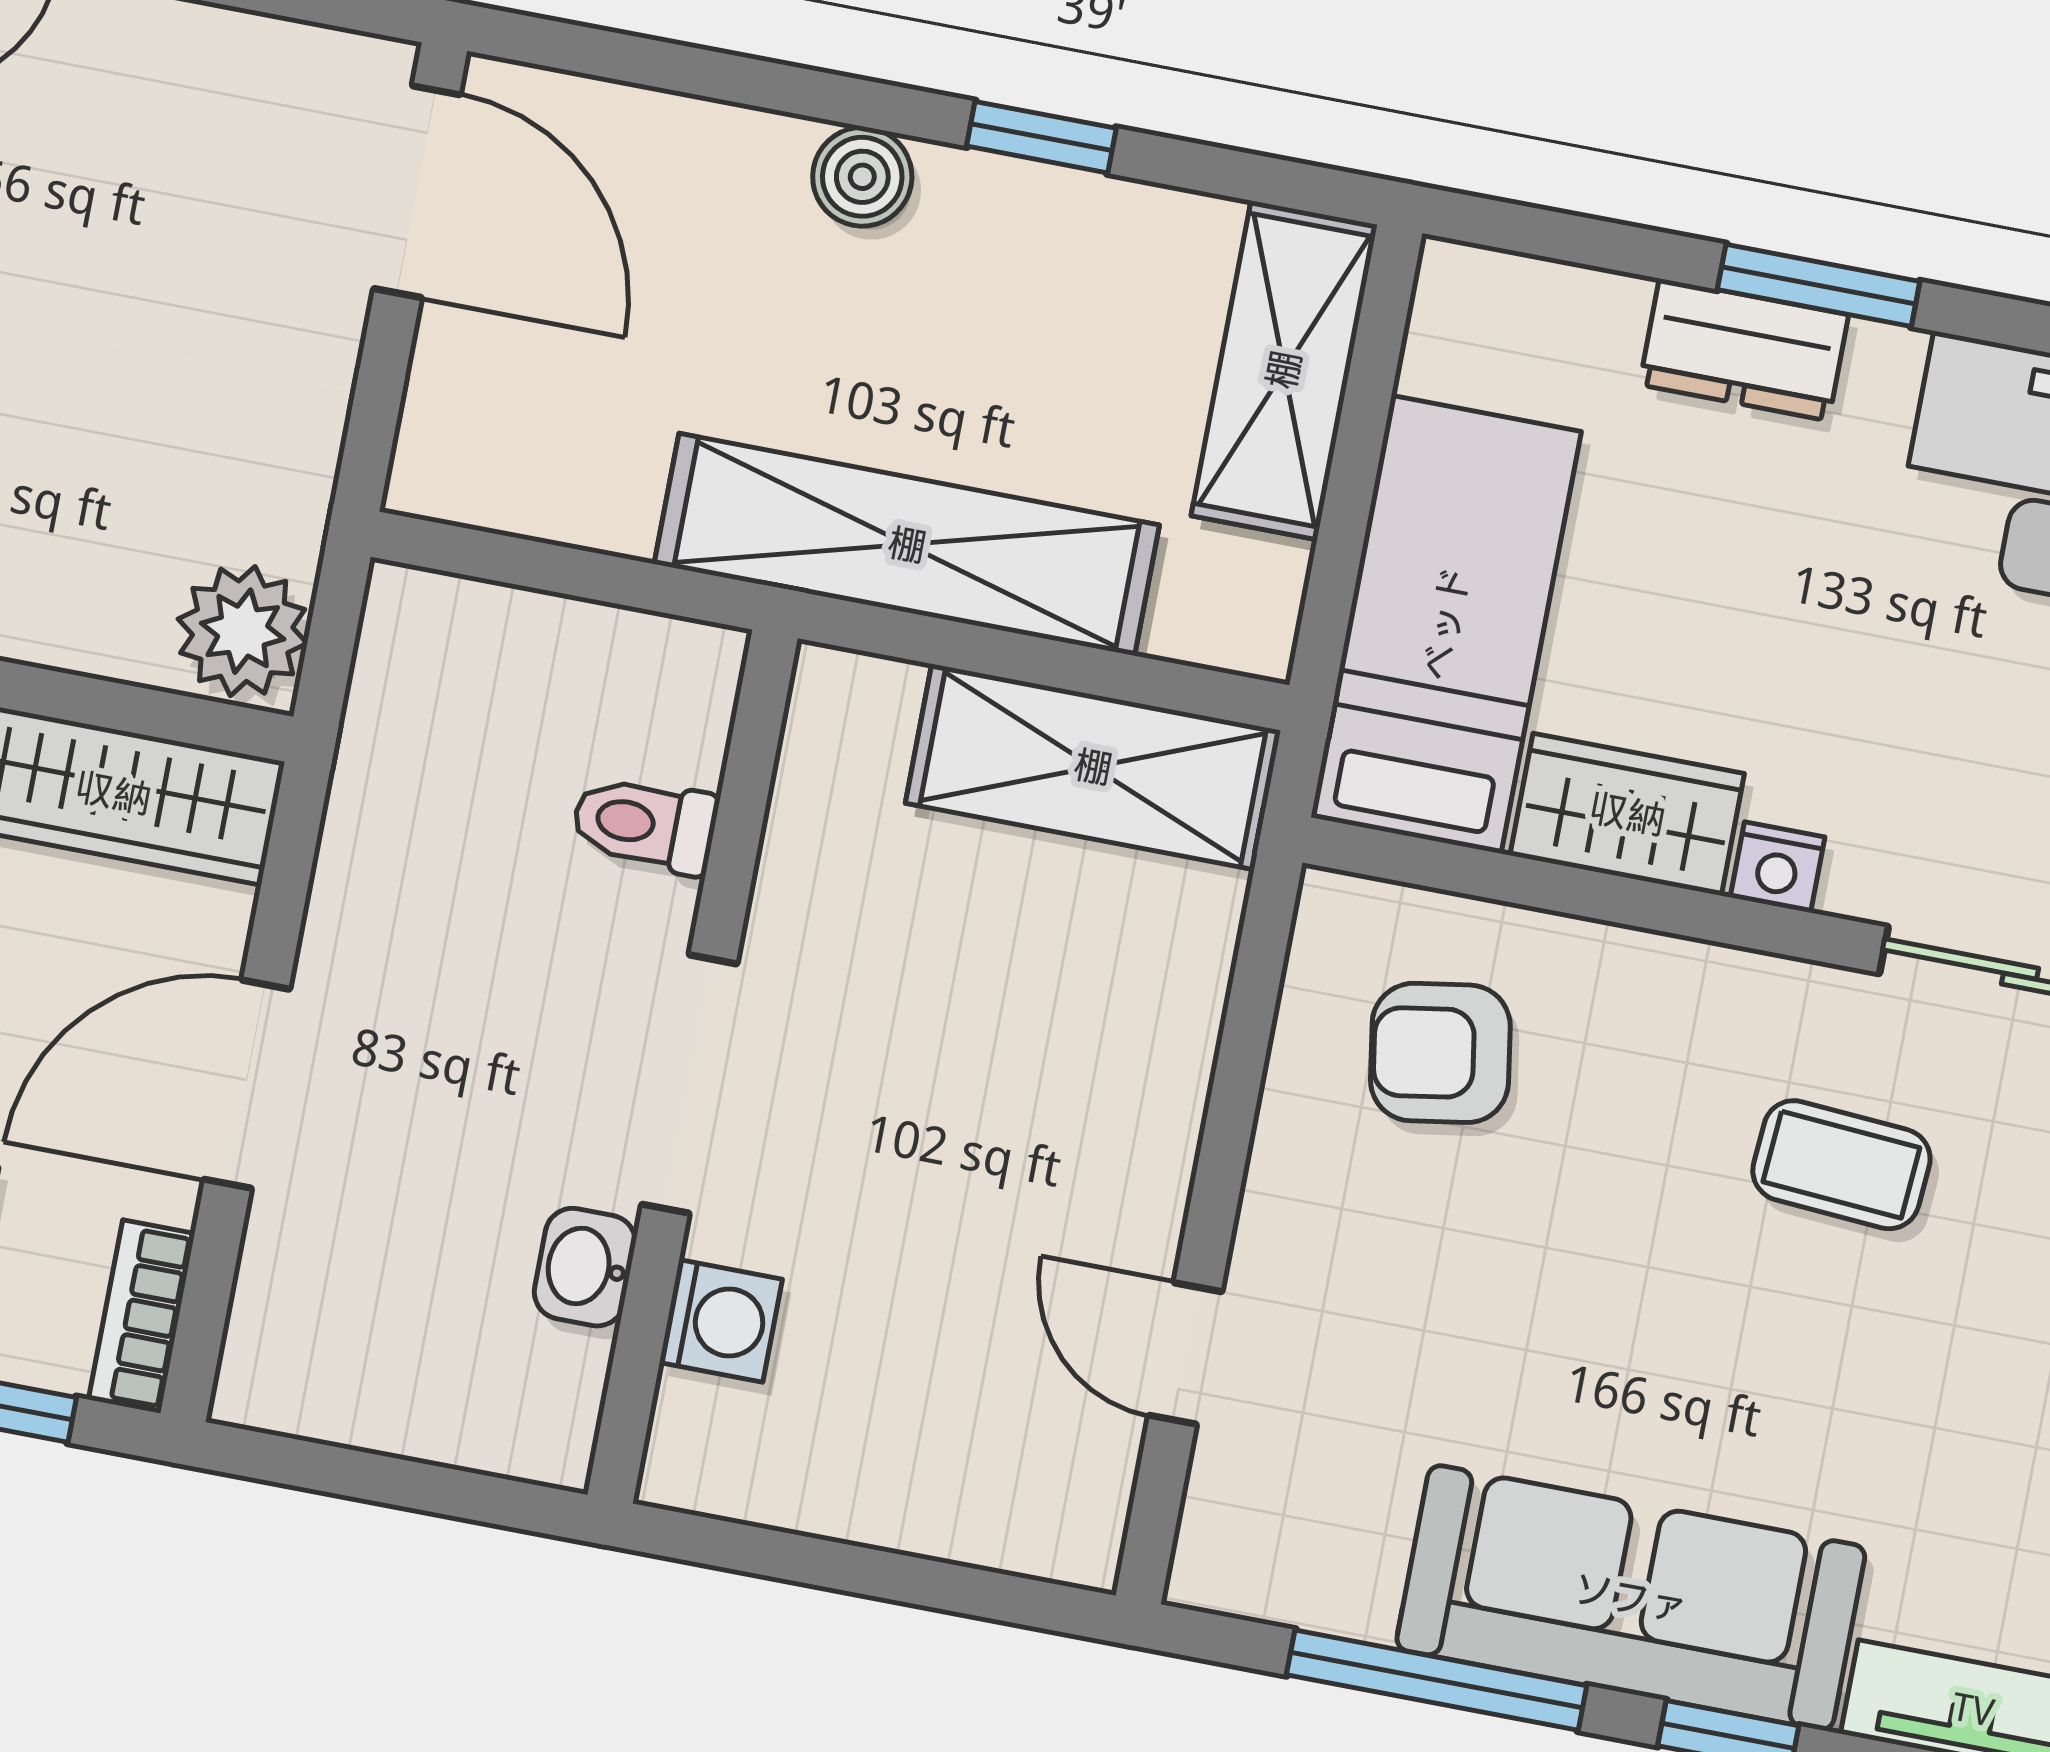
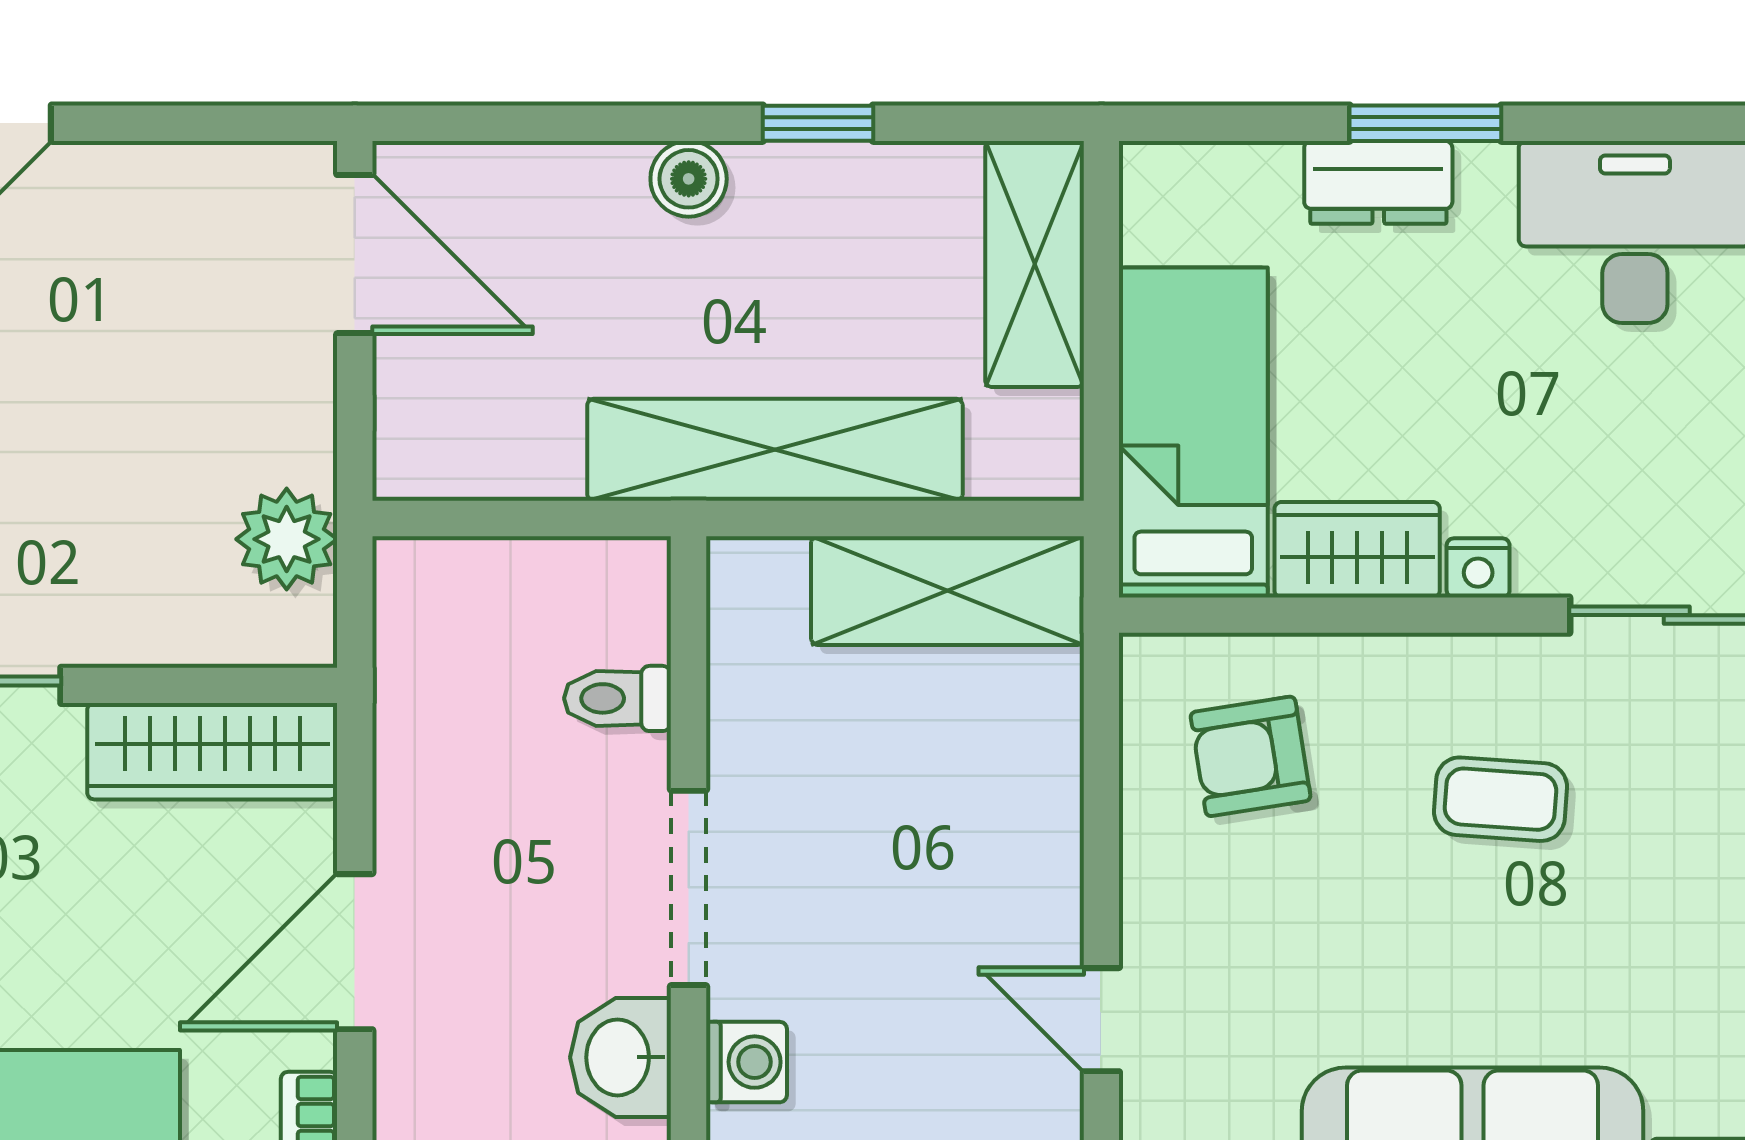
plant: (243, 631) -> (287, 539), moved
coffee table: (1841, 1165) -> (1500, 799), moved
washbasin: (585, 1267) -> (621, 1057), width x1.38, depth x1.45

